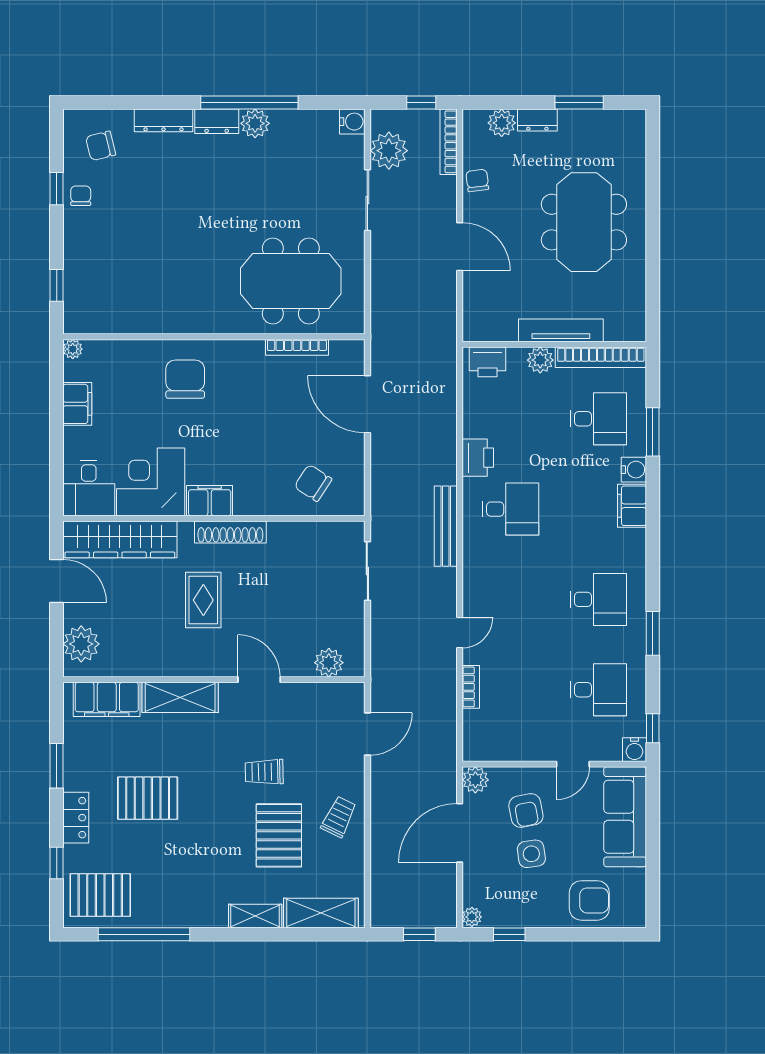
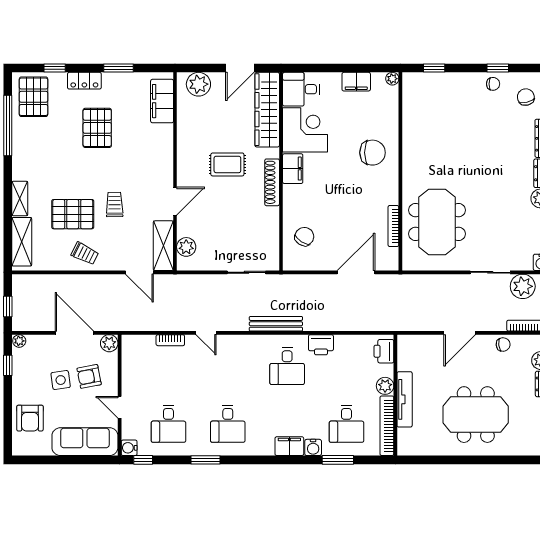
shelving: (180, 697) -> (163, 246), moved

